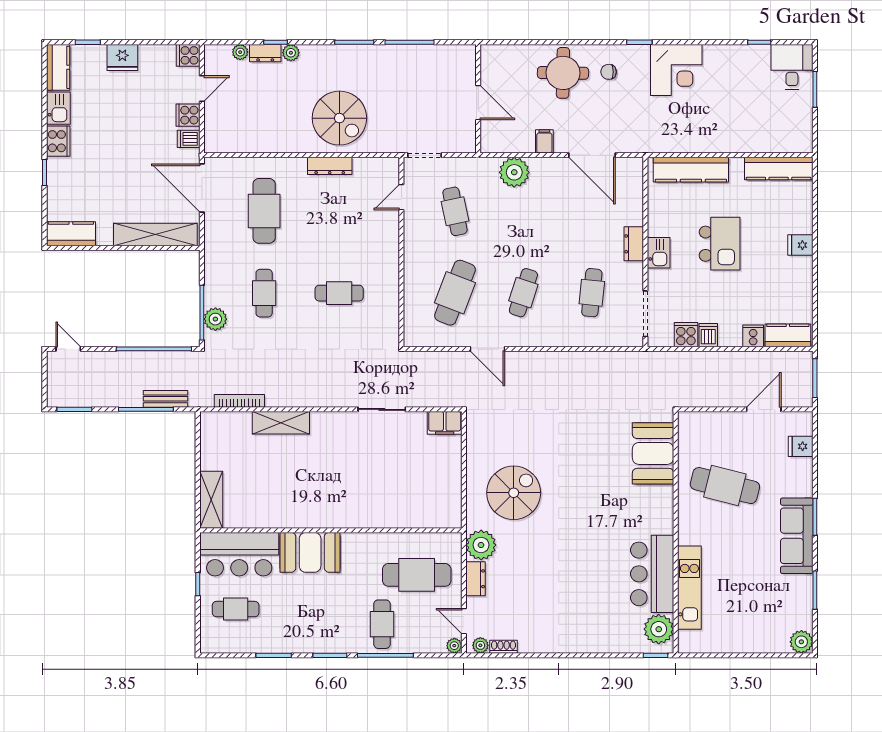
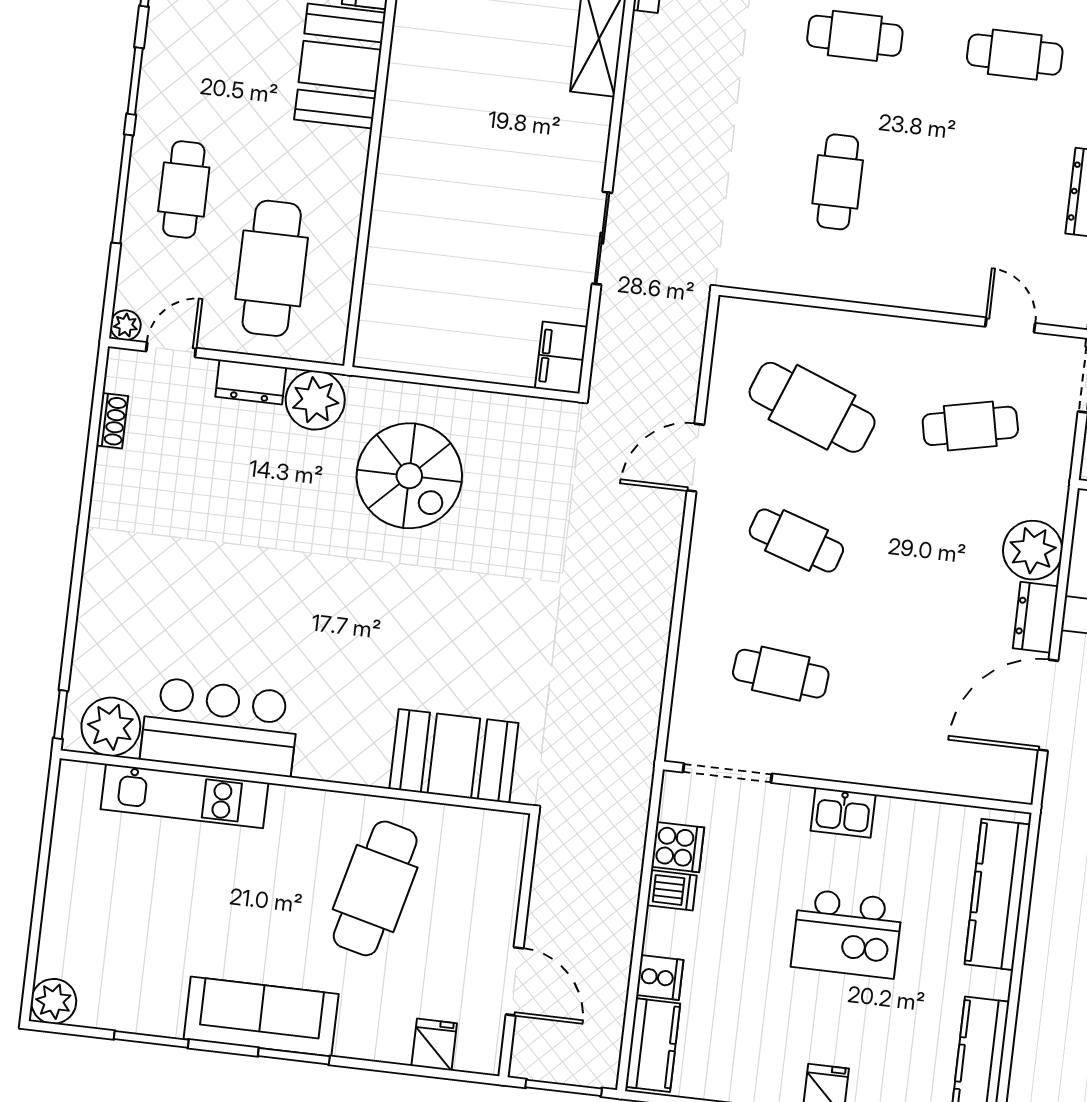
cafe table: (264, 211) -> (1015, 55), width x0.73, depth x0.74
dresser: (634, 244) -> (1036, 617), moved, turned -90
cafe table: (382, 624) -> (184, 189), turned 90
plant: (480, 645) -> (120, 376), removed

